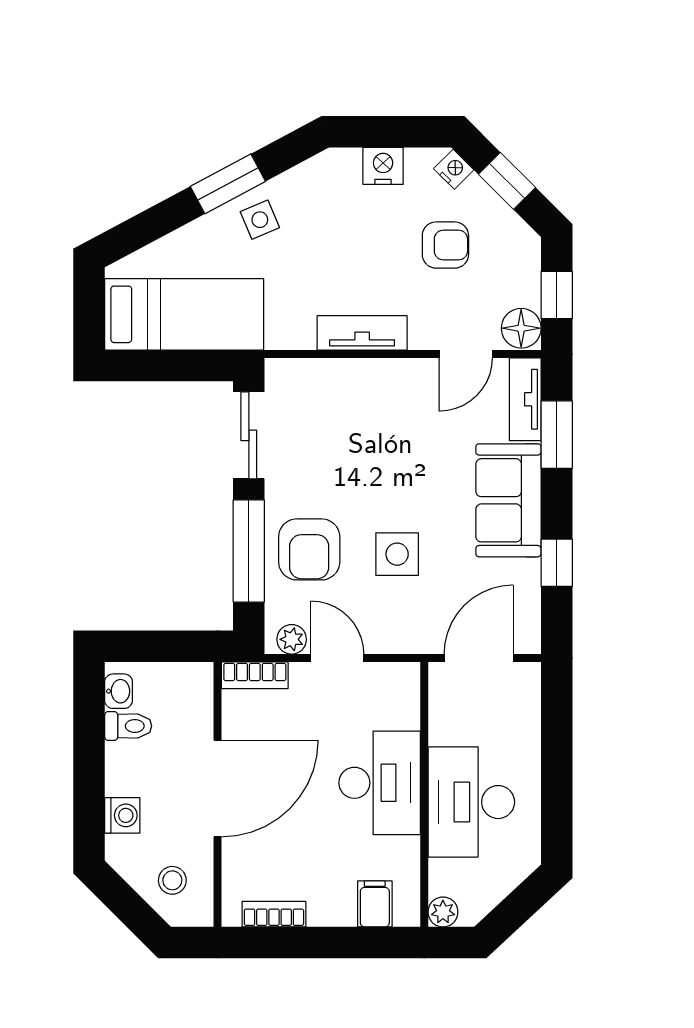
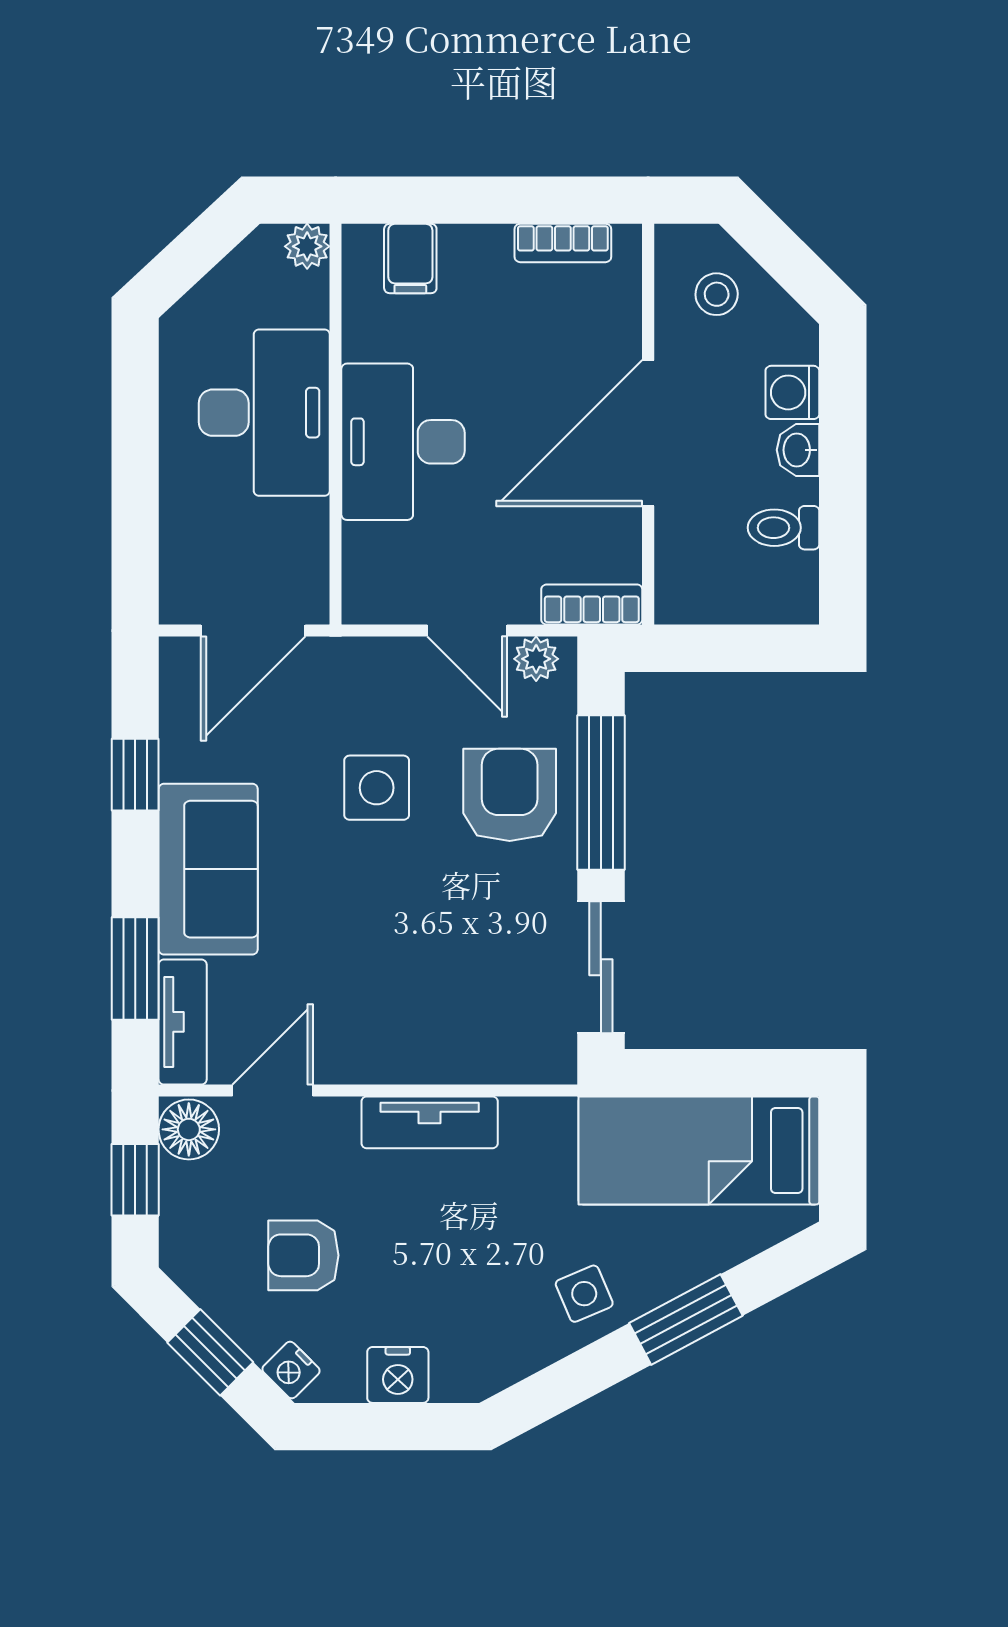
window: (228, 184) -> (686, 1319), moved
washbasin: (119, 691) -> (798, 450), moved

